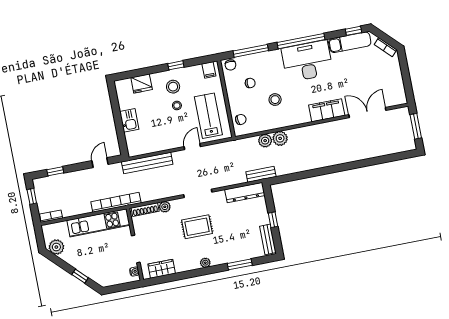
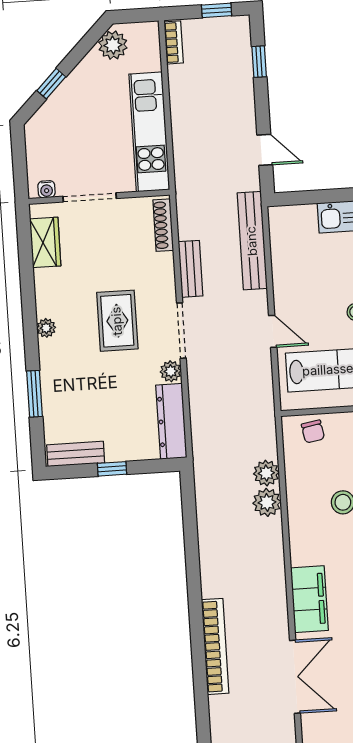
bench: (261, 174) -> (191, 269), moved
bookcase: (116, 202) -> (215, 646), moved
plant: (165, 207) -> (171, 371), moved

